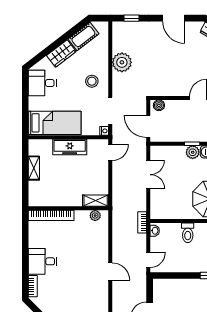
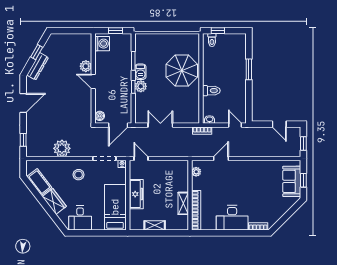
shelving: (96, 201) -> (183, 203), moved
desk: (43, 261) -> (232, 218), width x1.37
door: (110, 272) -> (221, 158), moved

